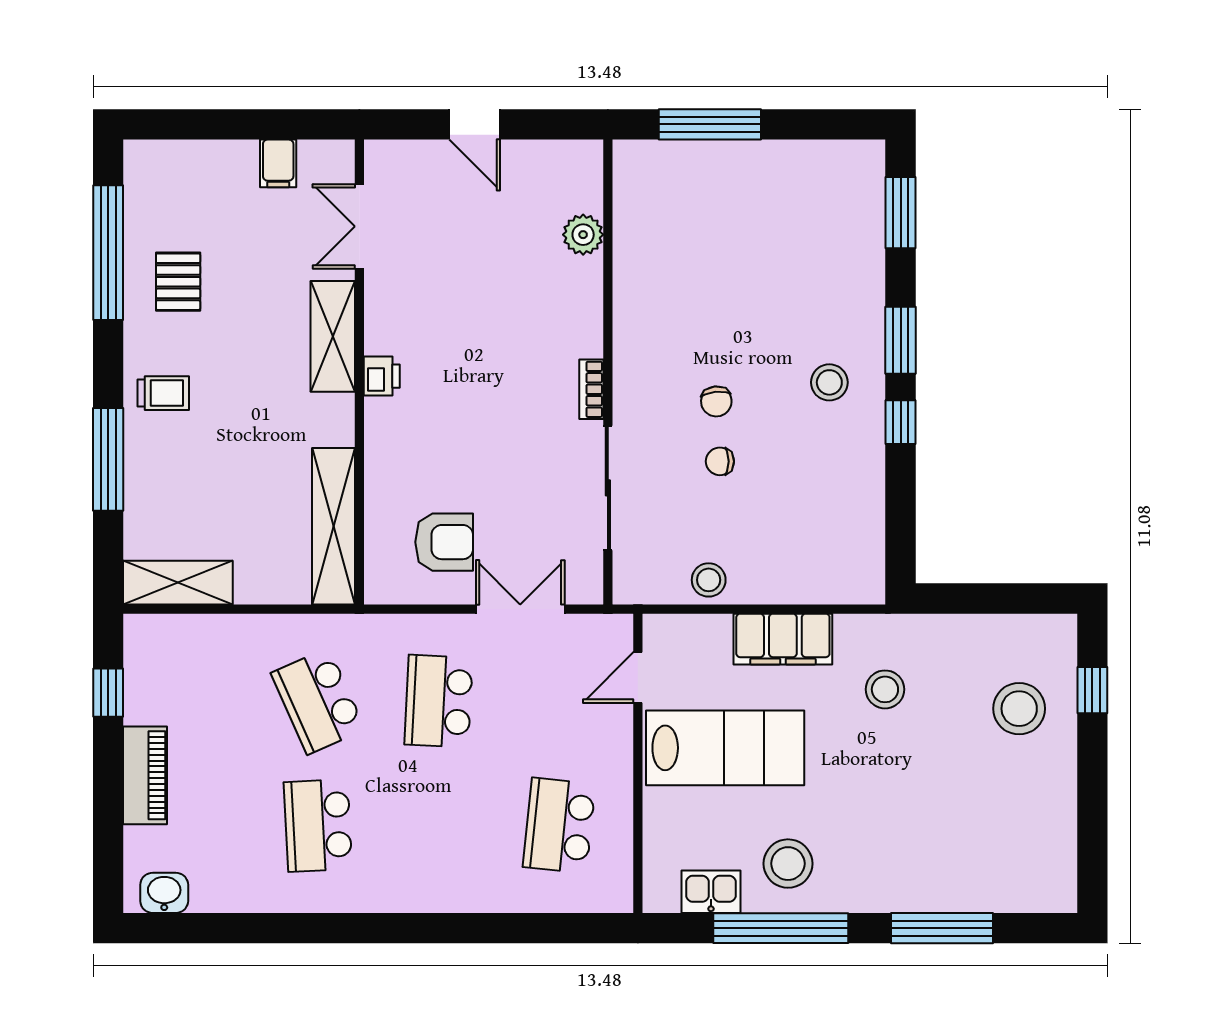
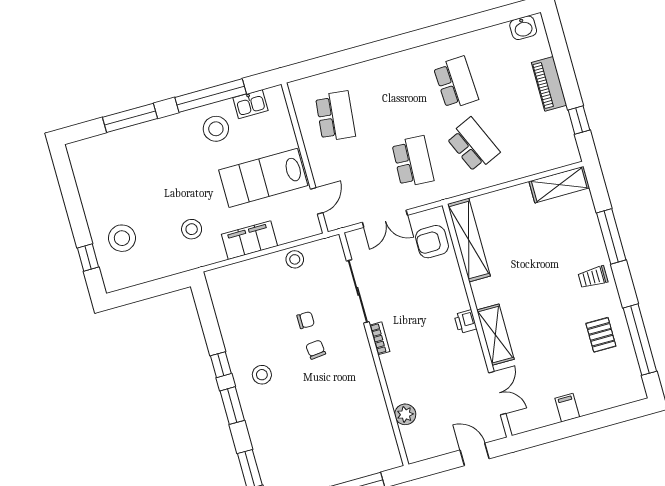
double door: (359, 226) -> (497, 393), moved
shelving: (333, 336) -> (495, 335), moved
wall: (359, 372) -> (477, 321), moved
printer: (382, 376) -> (465, 322), moved
shelving: (334, 526) -> (469, 240), moved

